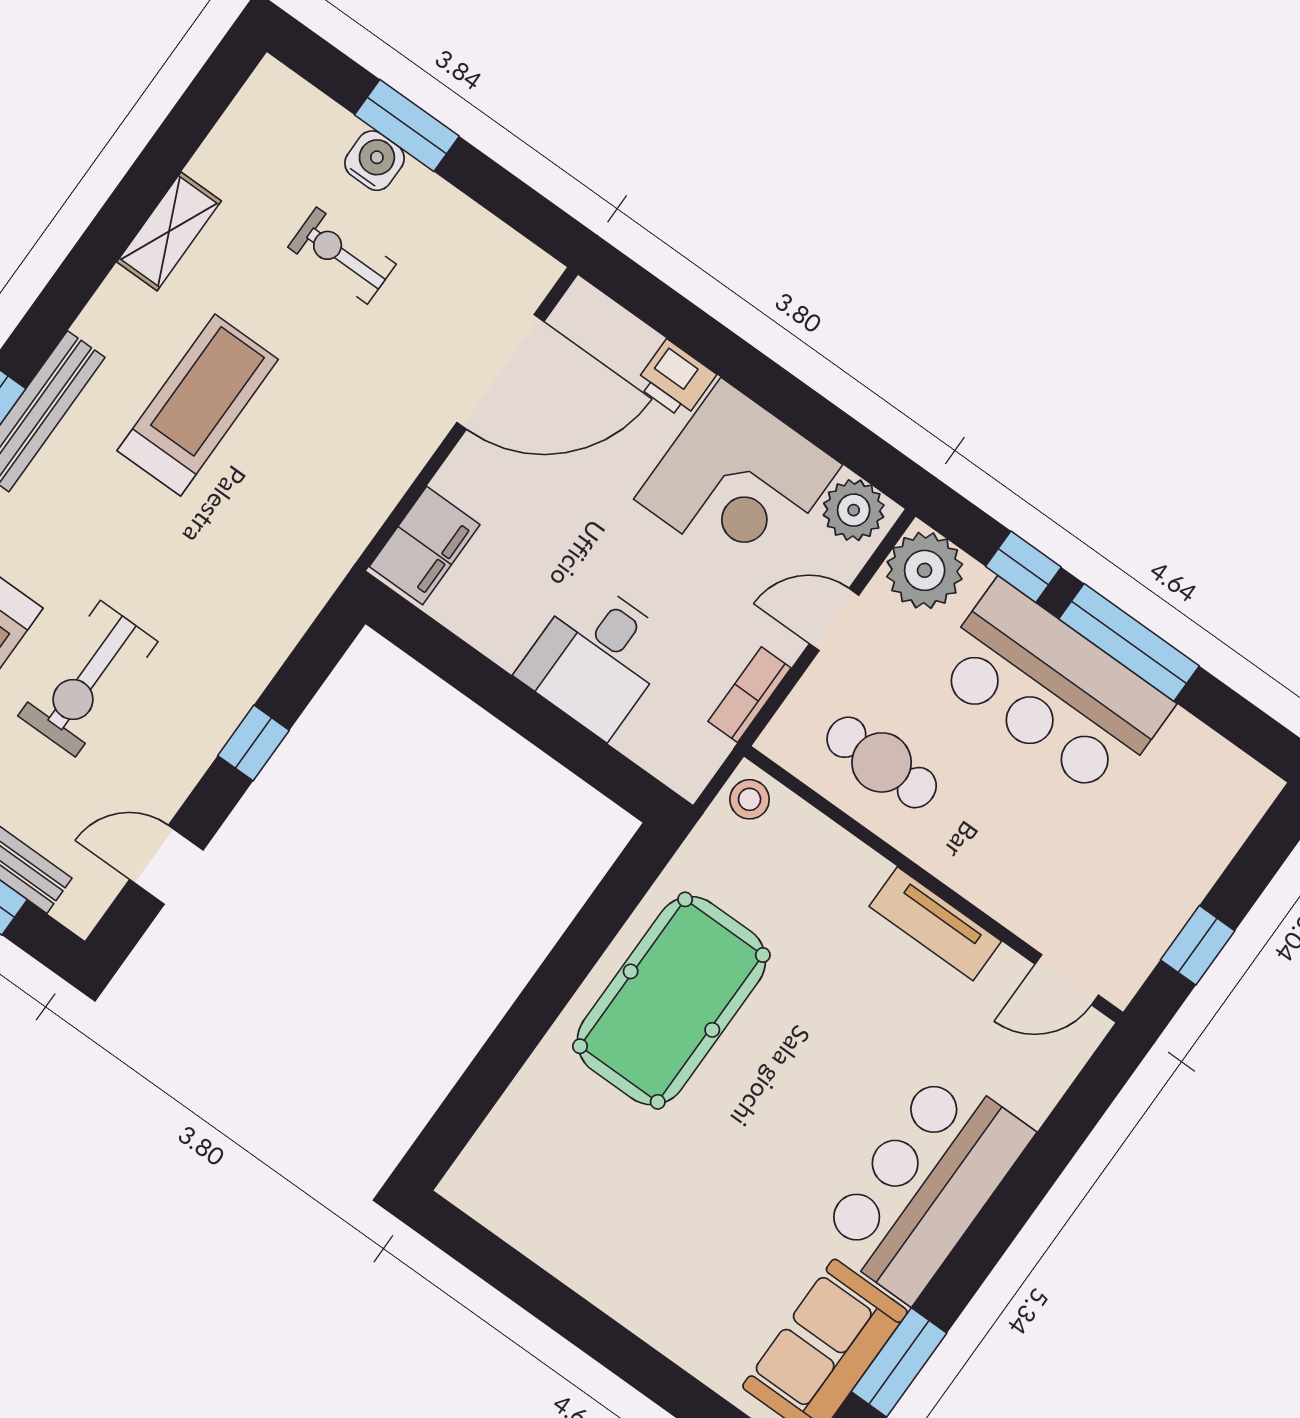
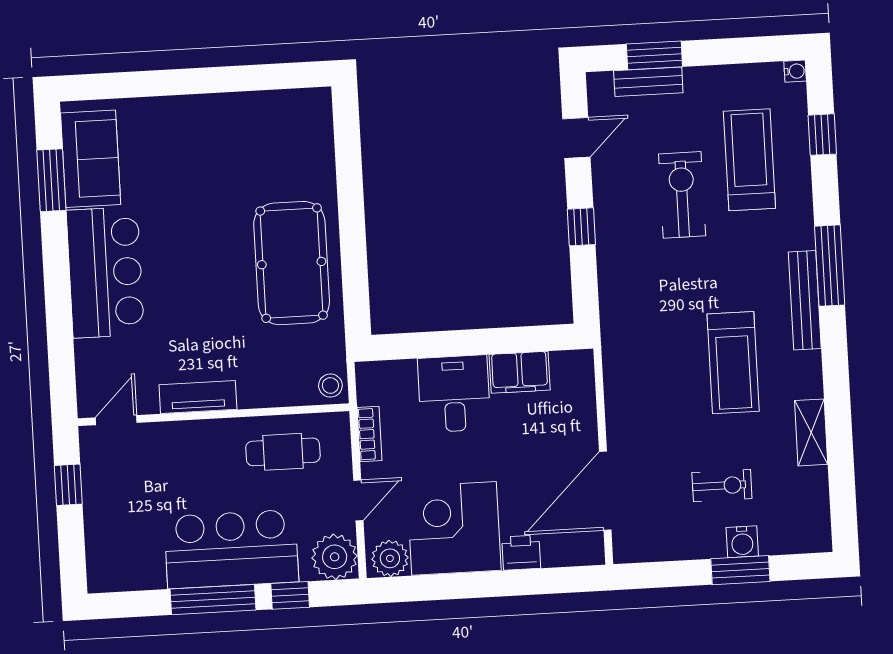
filing cabinet: (425, 546) -> (520, 372), moved, turned -90

